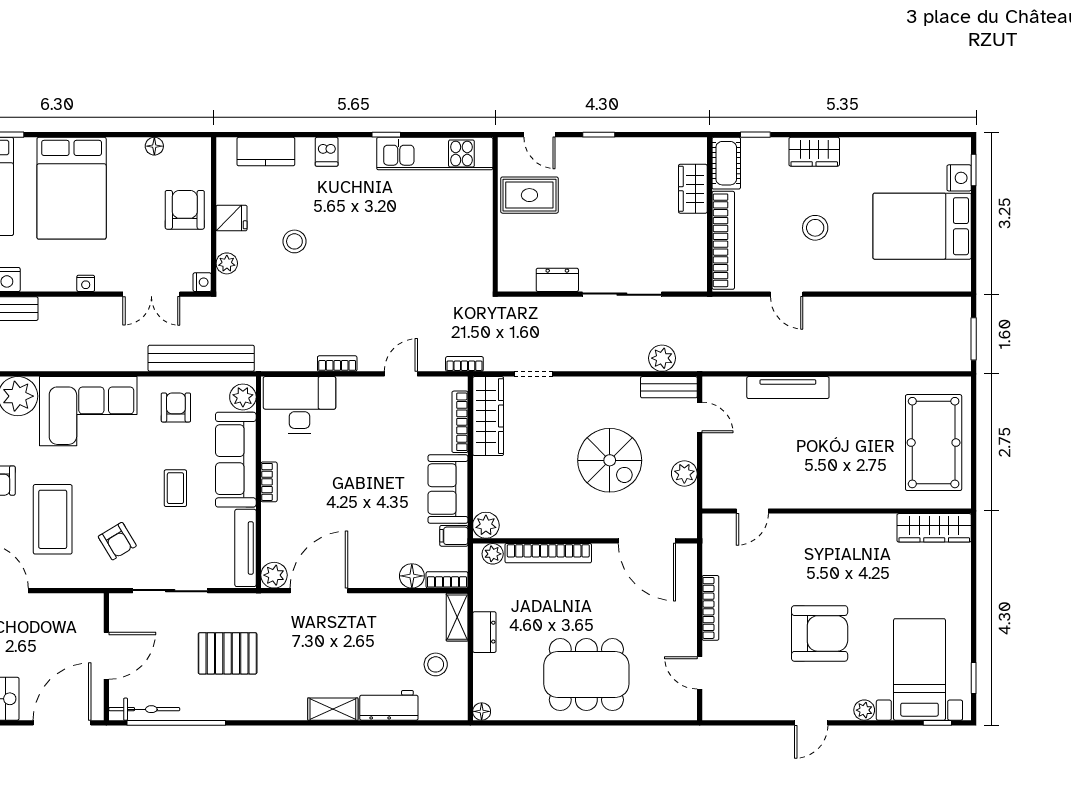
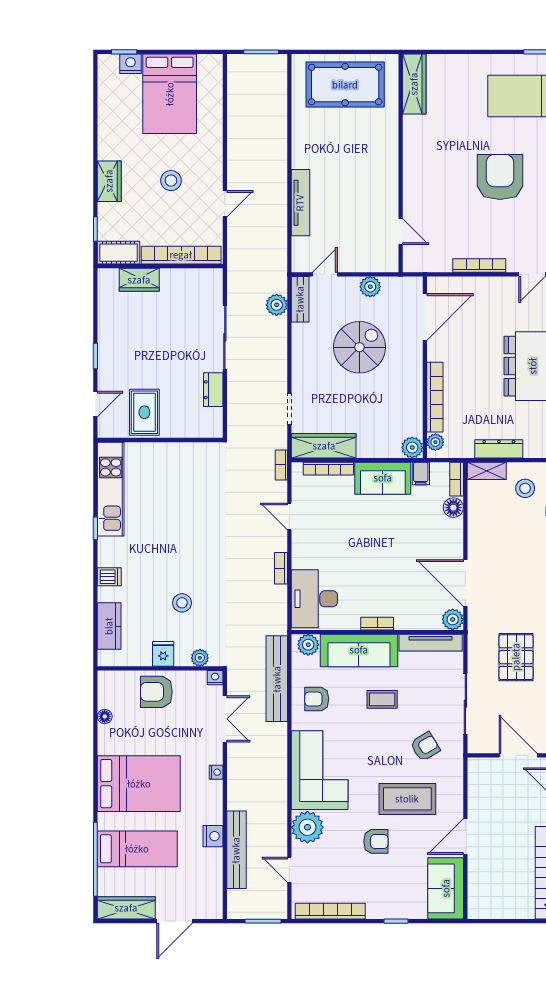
dresser: (484, 632) -> (499, 449), width x1.44

